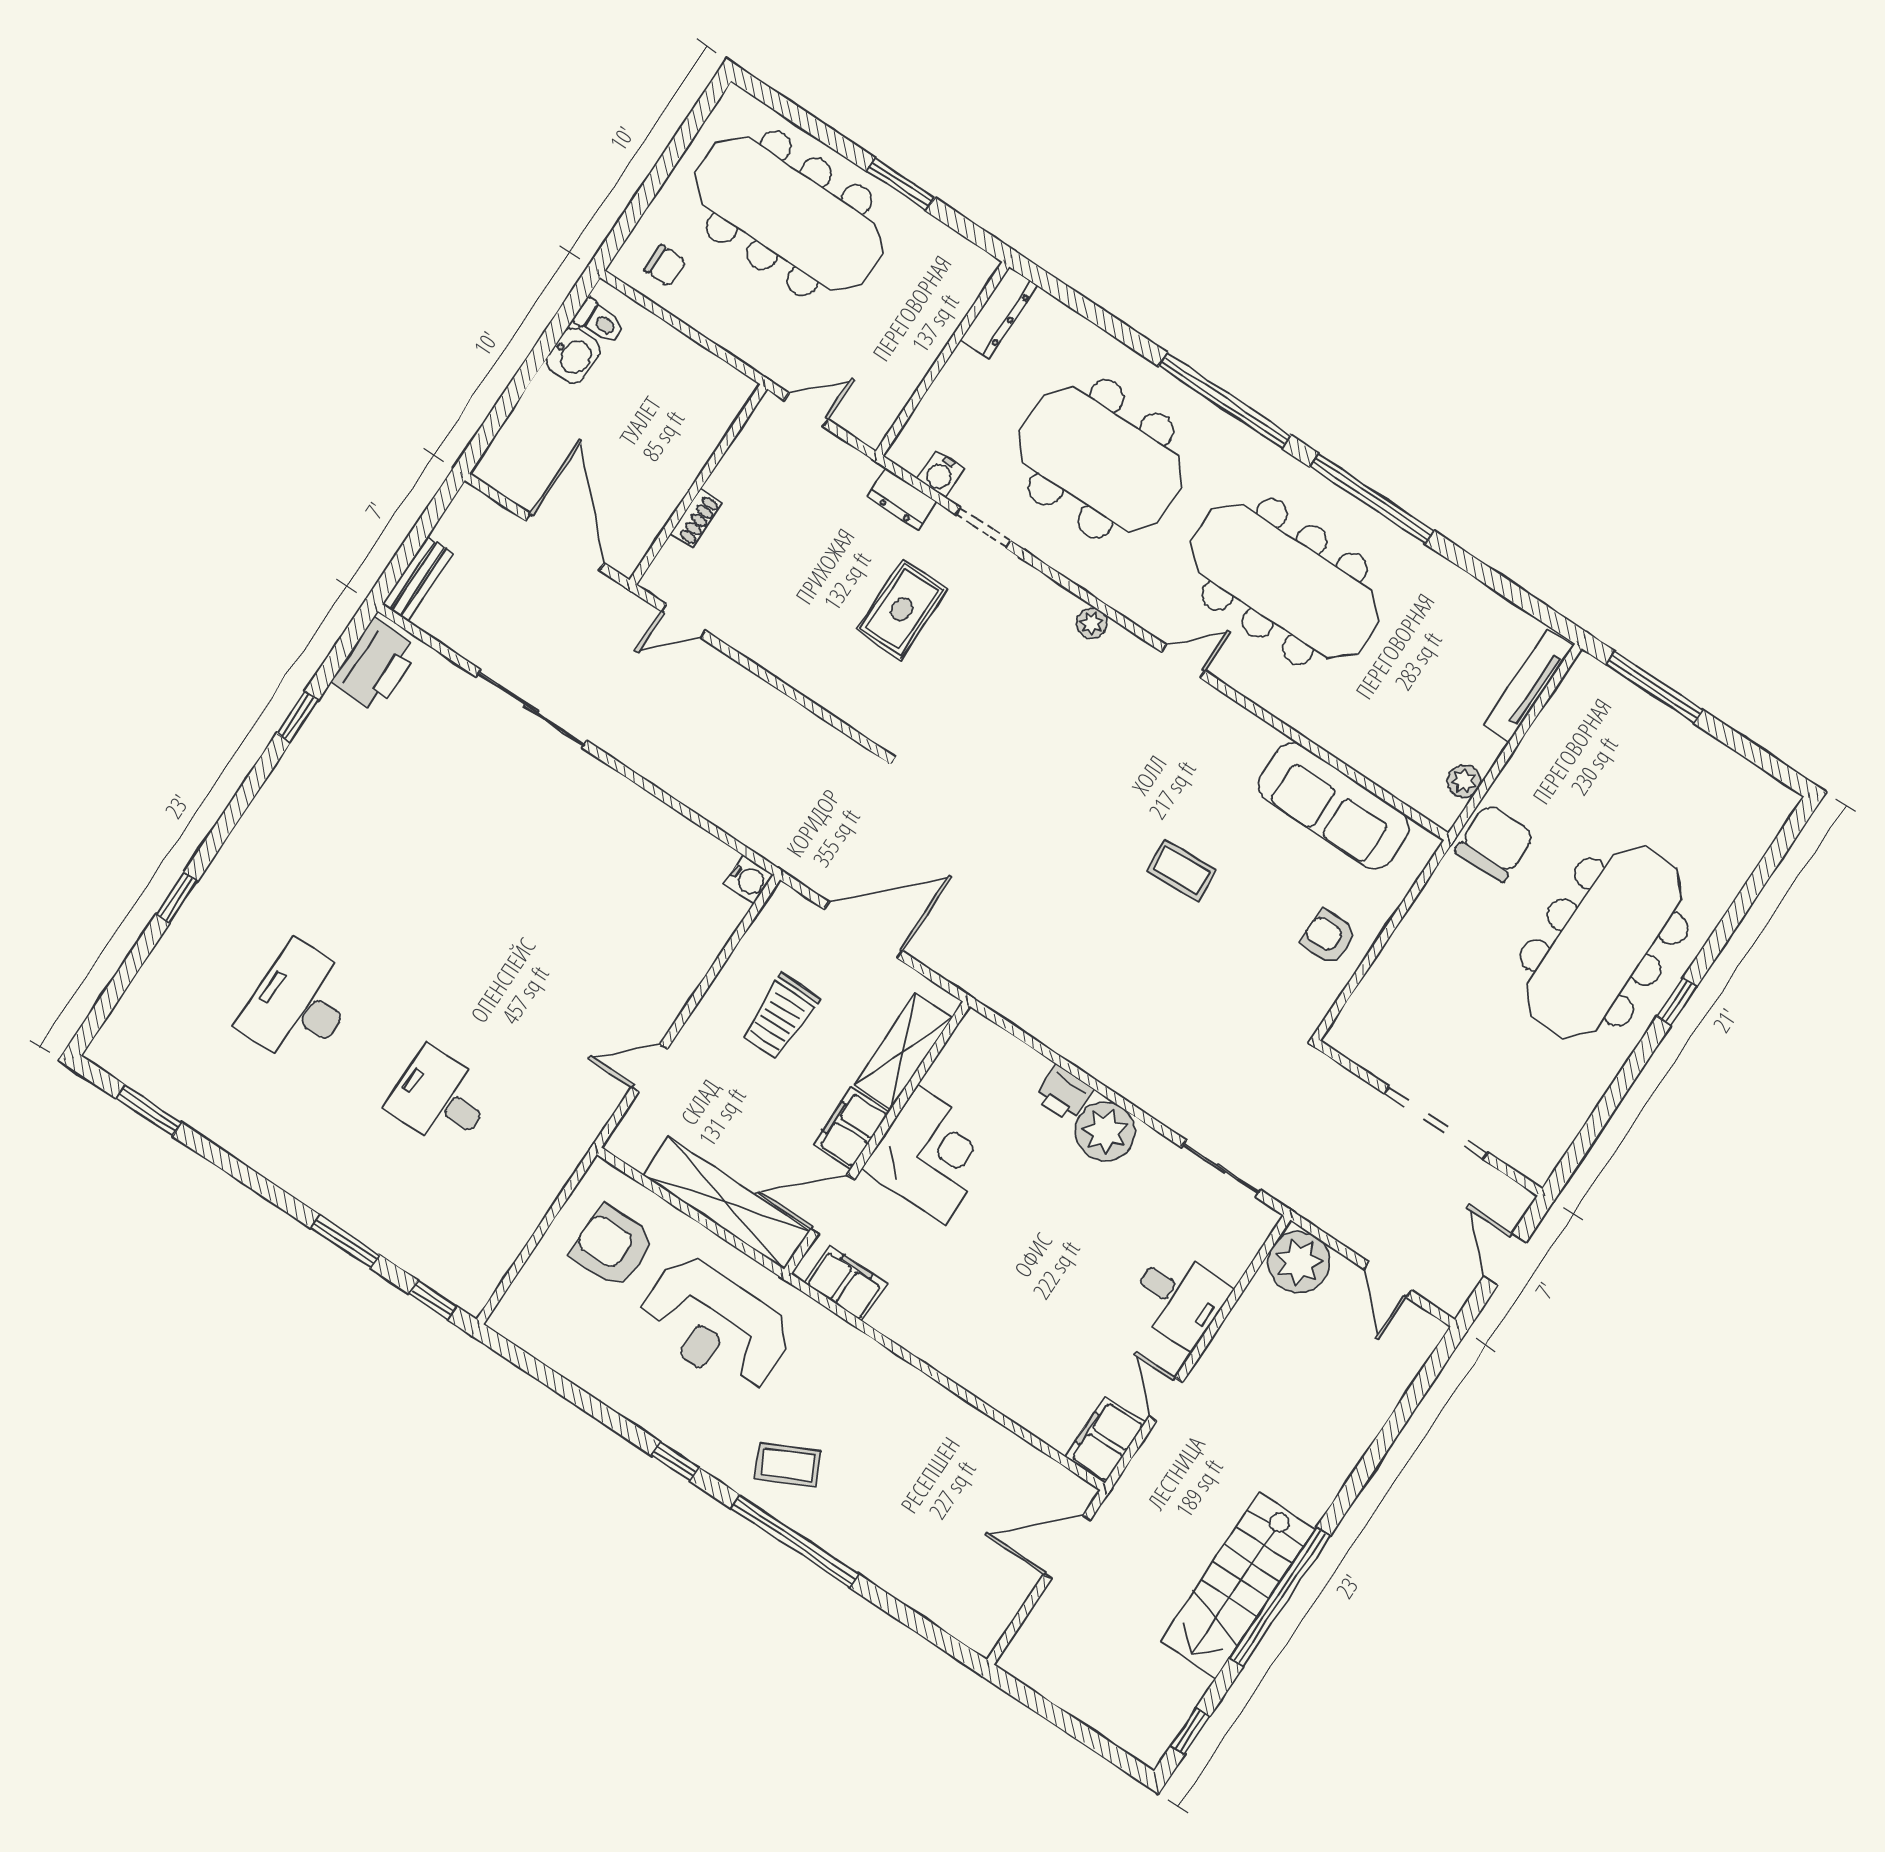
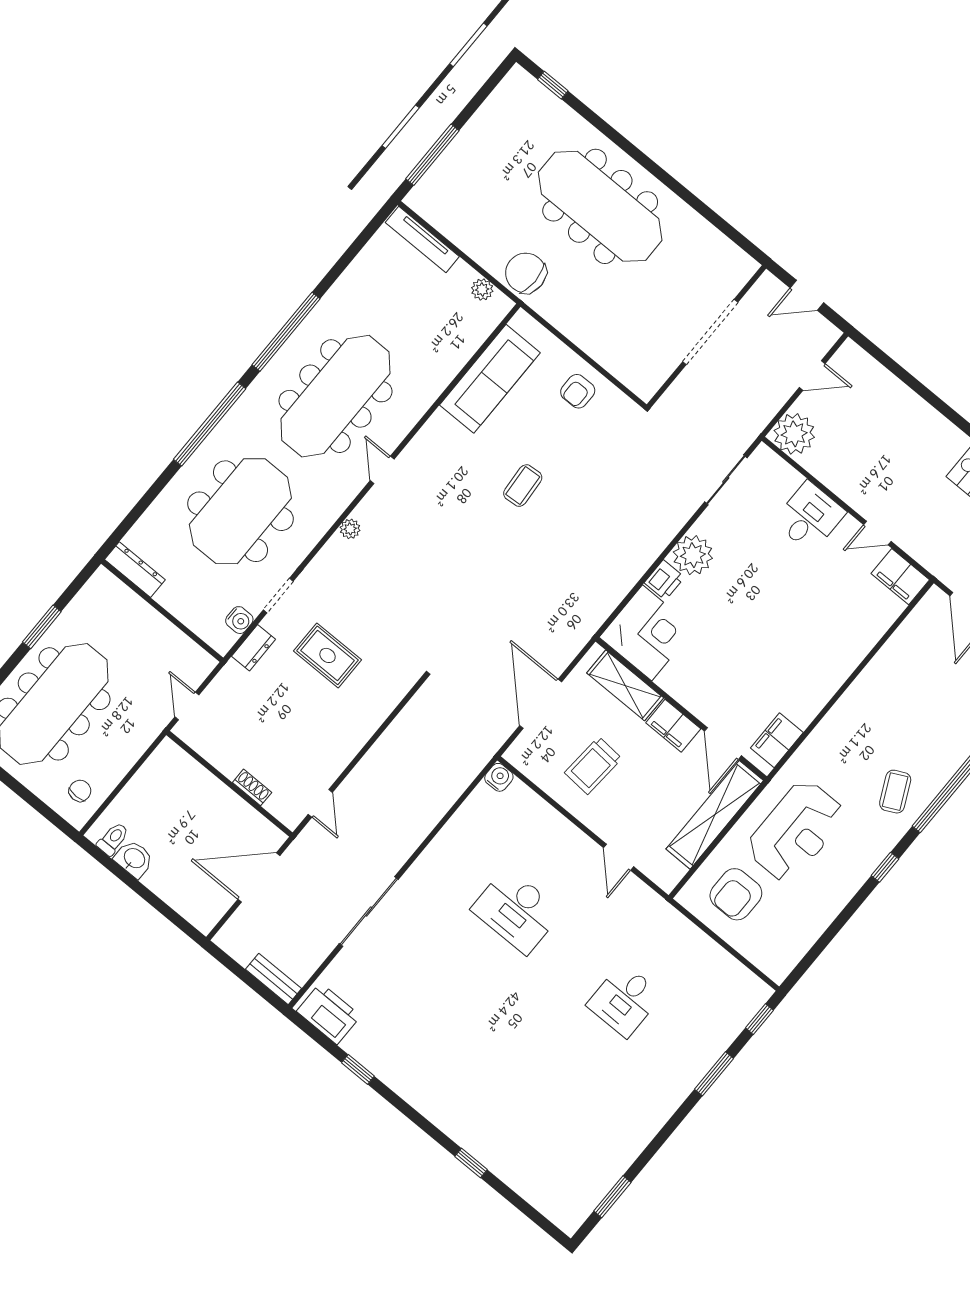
window: (1677, 1002) -> (553, 85), moved
desk: (299, 1005) -> (517, 911), moved
trolley: (780, 1017) -> (593, 766), turned 94
corner desk: (931, 1155) -> (647, 633), moved, turned 90

